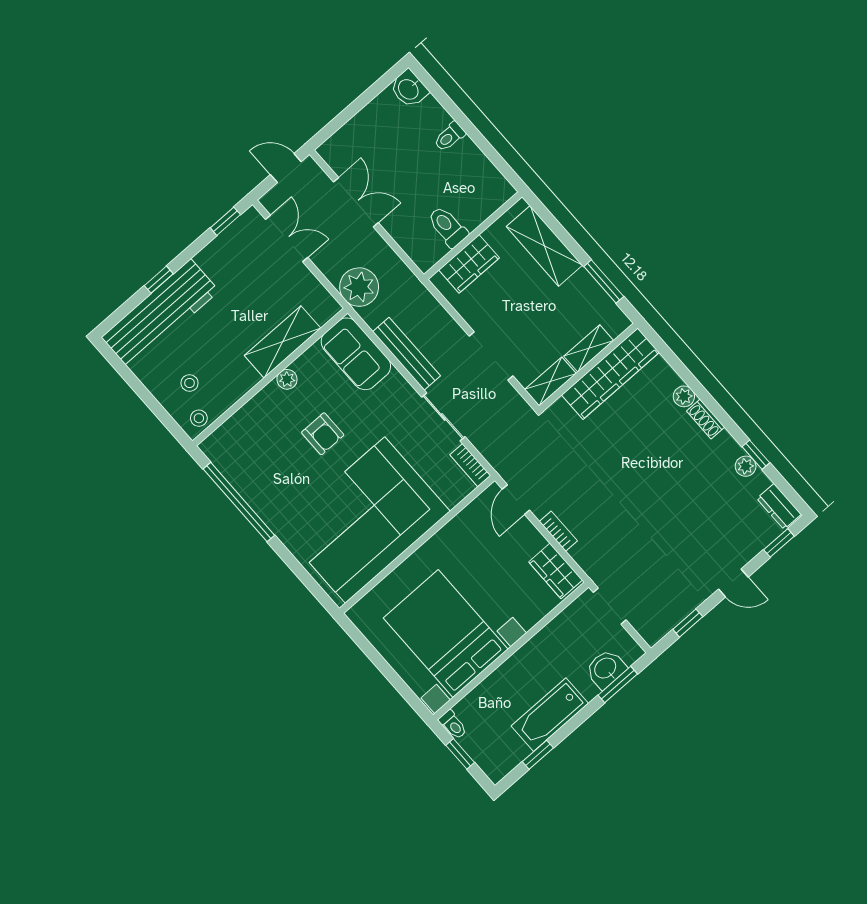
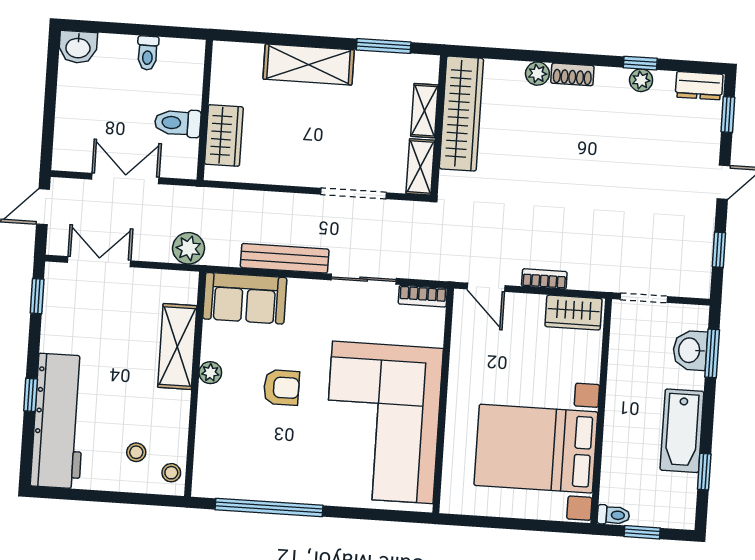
toilet: (448, 227) -> (178, 123), moved
wall: (473, 236) -> (205, 110), moved
wardrobe: (469, 264) -> (224, 135), moved
plant: (359, 287) -> (189, 248), width x0.73, depth x0.73

